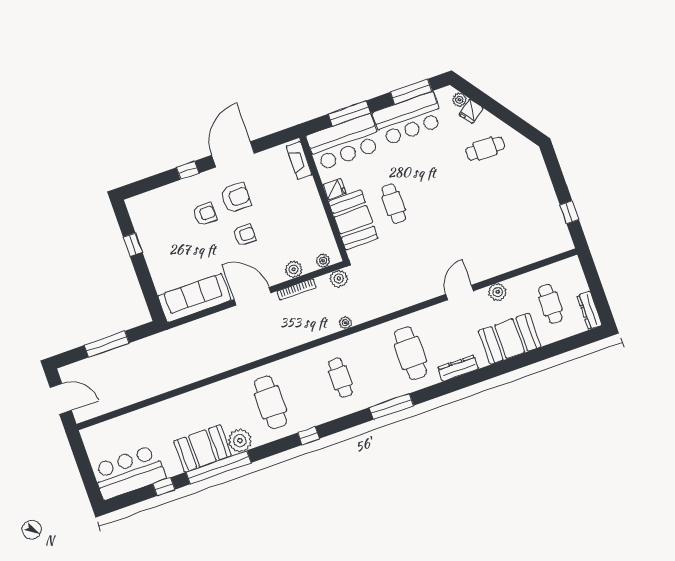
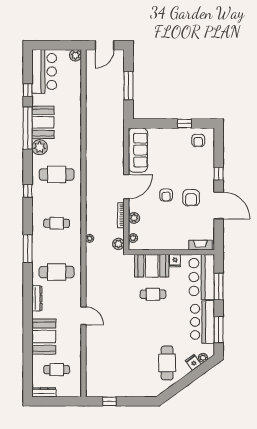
cafe table: (485, 149) -> (167, 363), width x1.37, depth x1.35
armchair: (205, 214) -> (198, 140), moved
plant: (498, 292) -> (75, 55), moved

